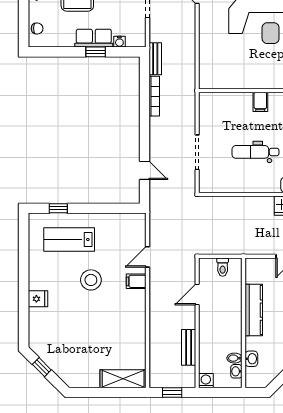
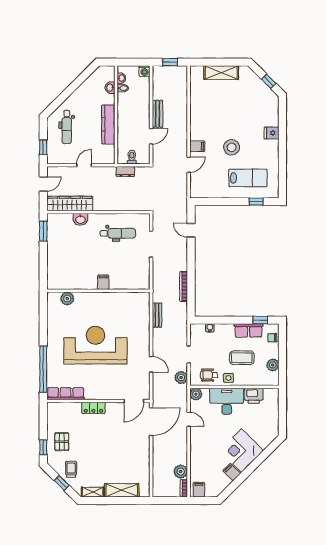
row of seats: (94, 38) -> (249, 330), moved
window: (96, 52) -> (260, 320), moved
bench: (155, 59) -> (157, 315), moved
dental chair: (255, 152) -> (118, 233), moved
dresser: (231, 248) -> (125, 172), added
bench: (189, 347) -> (158, 114), moved
shelving: (123, 379) -> (221, 72), moved

